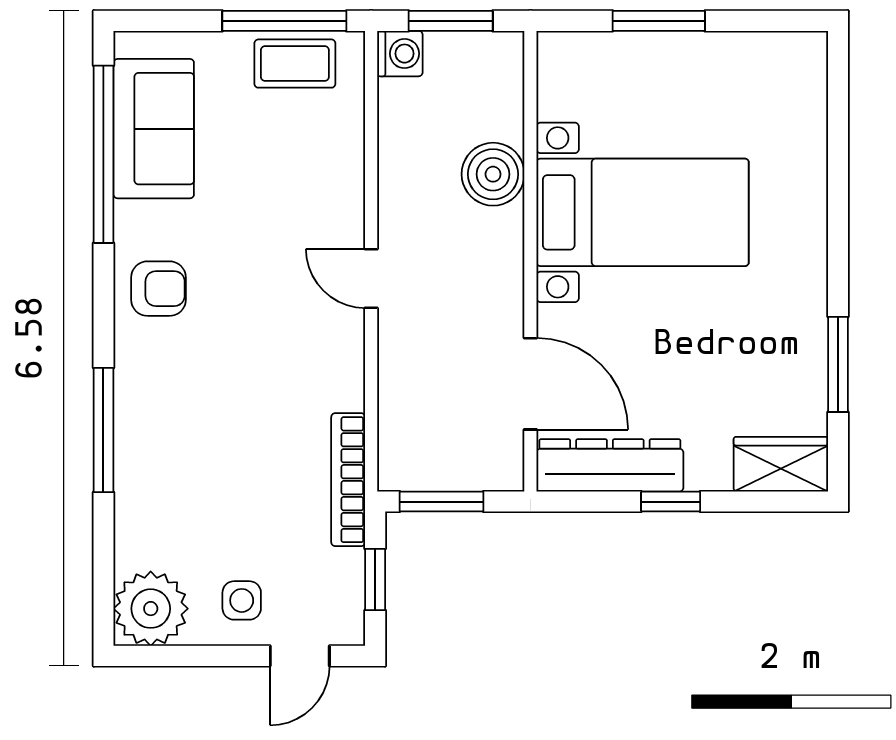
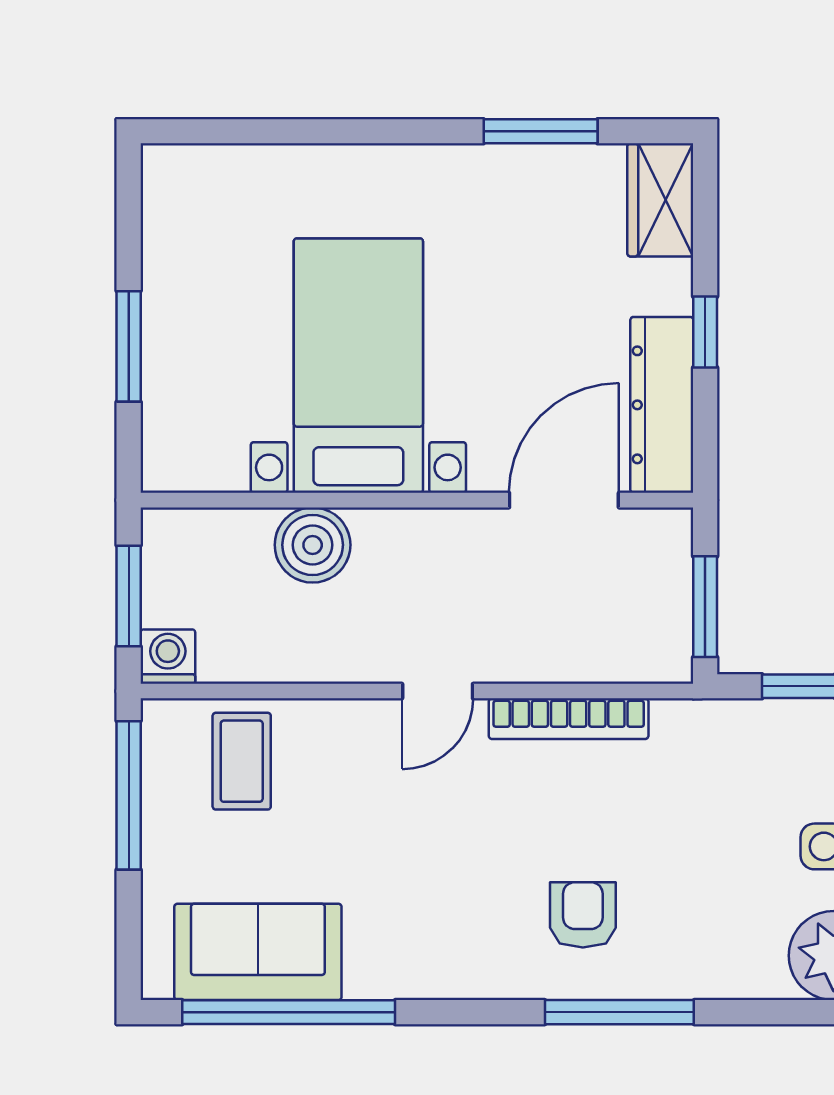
coffee table: (295, 64) -> (242, 761), moved
armchair: (158, 289) -> (583, 915), moved
bookcase: (348, 480) -> (569, 719), moved

